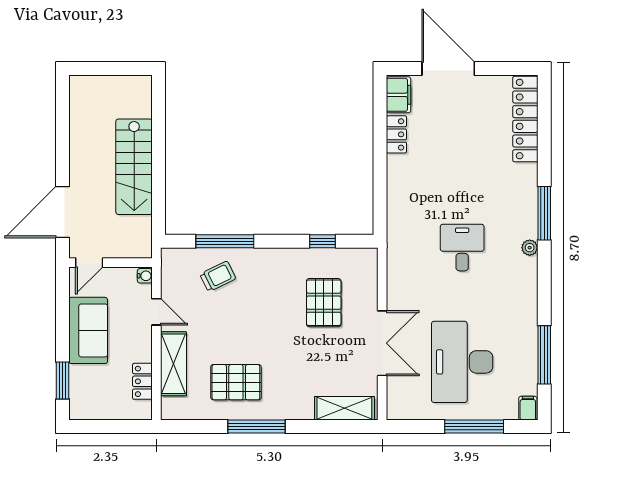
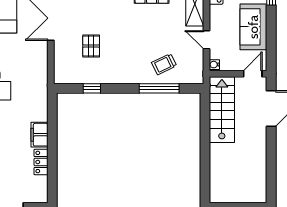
filing cabinet: (399, 95) -> (39, 135), moved
stairs: (134, 167) -> (222, 110), moved
pallet: (324, 303) -> (91, 46), width x0.67, depth x0.71

